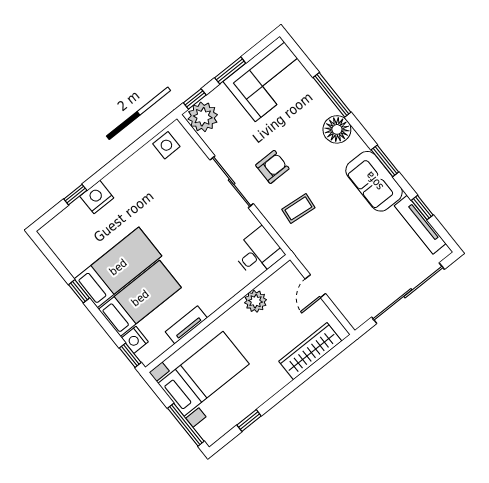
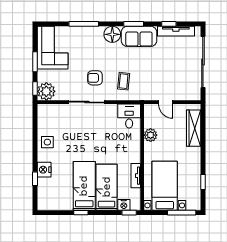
floor lamp: (337, 129) -> (112, 34), moved
side table: (166, 145) -> (47, 142), moved
armchair: (272, 167) -> (95, 78), turned -90

